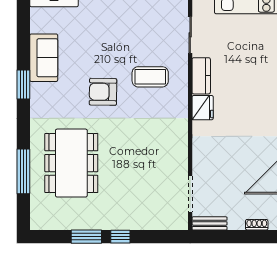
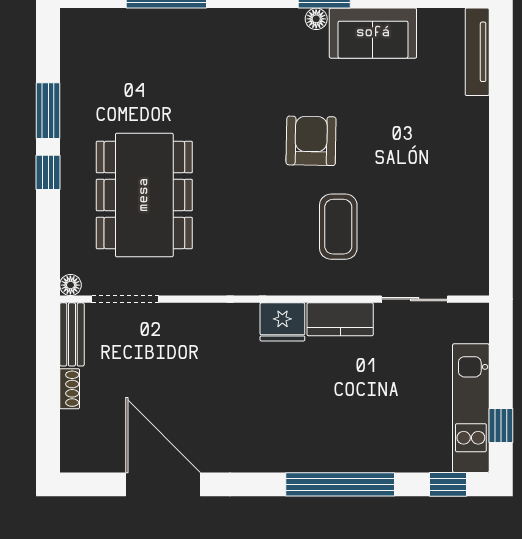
floor lamp: (36, 89) -> (316, 19), added
dining table: (71, 163) -> (144, 195), moved, turned 90
floor lamp: (182, 224) -> (70, 285), added
shoe rack: (257, 225) -> (70, 389), moved

